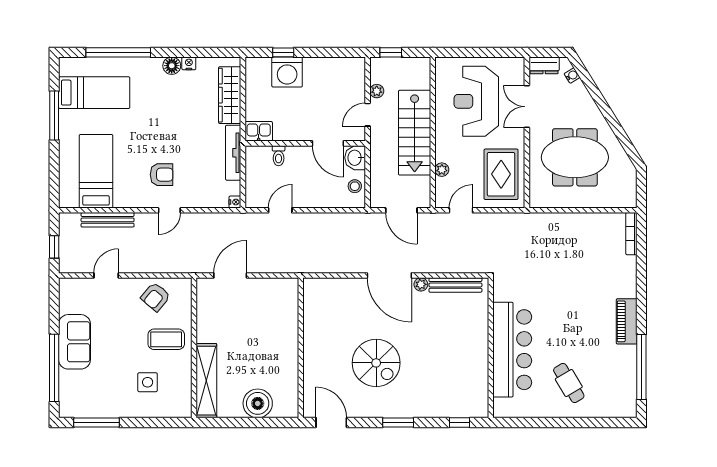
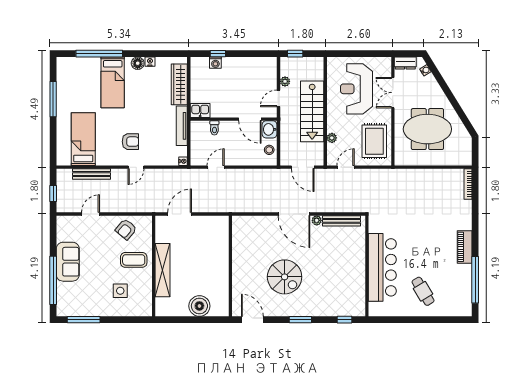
washing machine: (287, 72) -> (215, 63), width x0.53, depth x0.53
bed: (94, 93) -> (113, 82), moved, turned 90
shelving: (206, 381) -> (163, 270), moved

